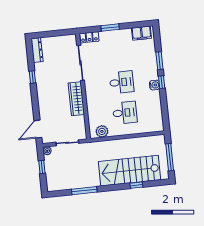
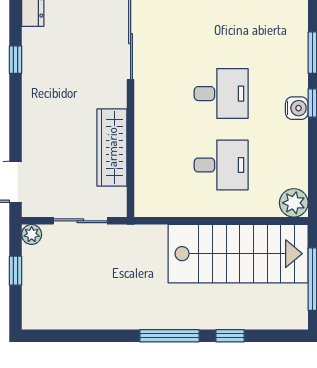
wardrobe: (76, 99) -> (112, 147), moved
plant: (102, 131) -> (294, 203), moved
stairs: (130, 171) -> (238, 254), moved, turned 180
window: (84, 191) -> (169, 336), moved

